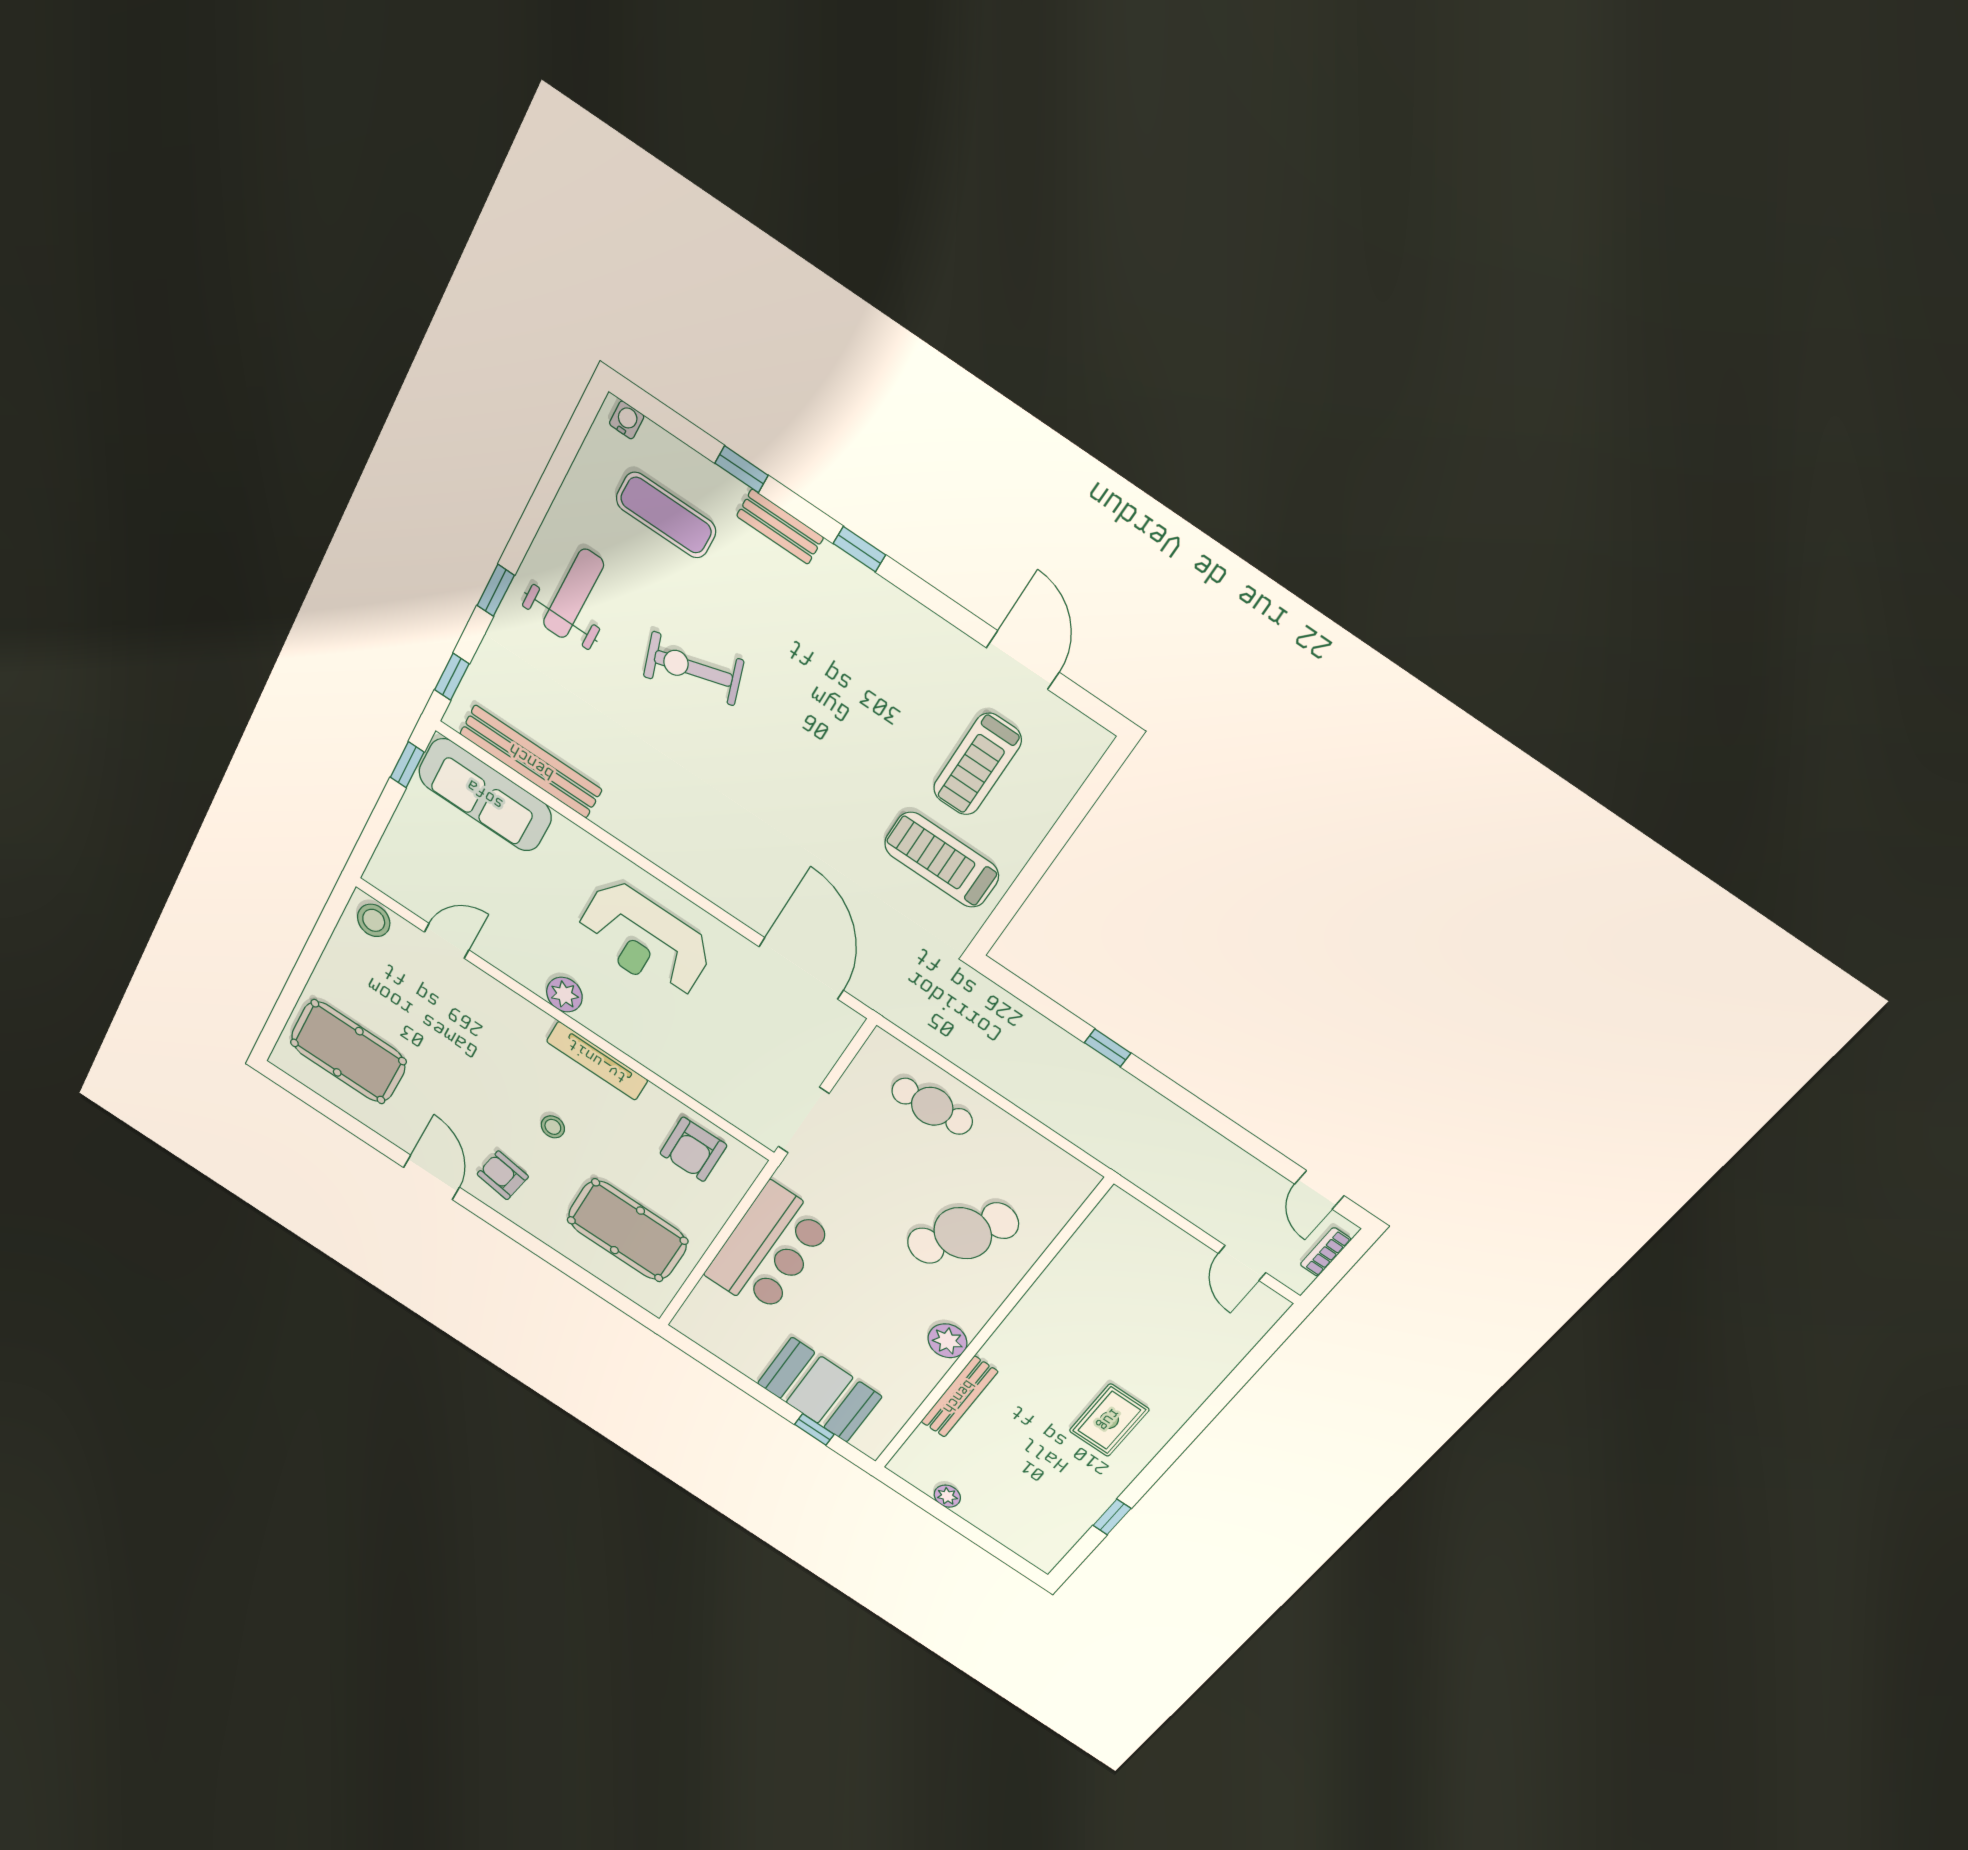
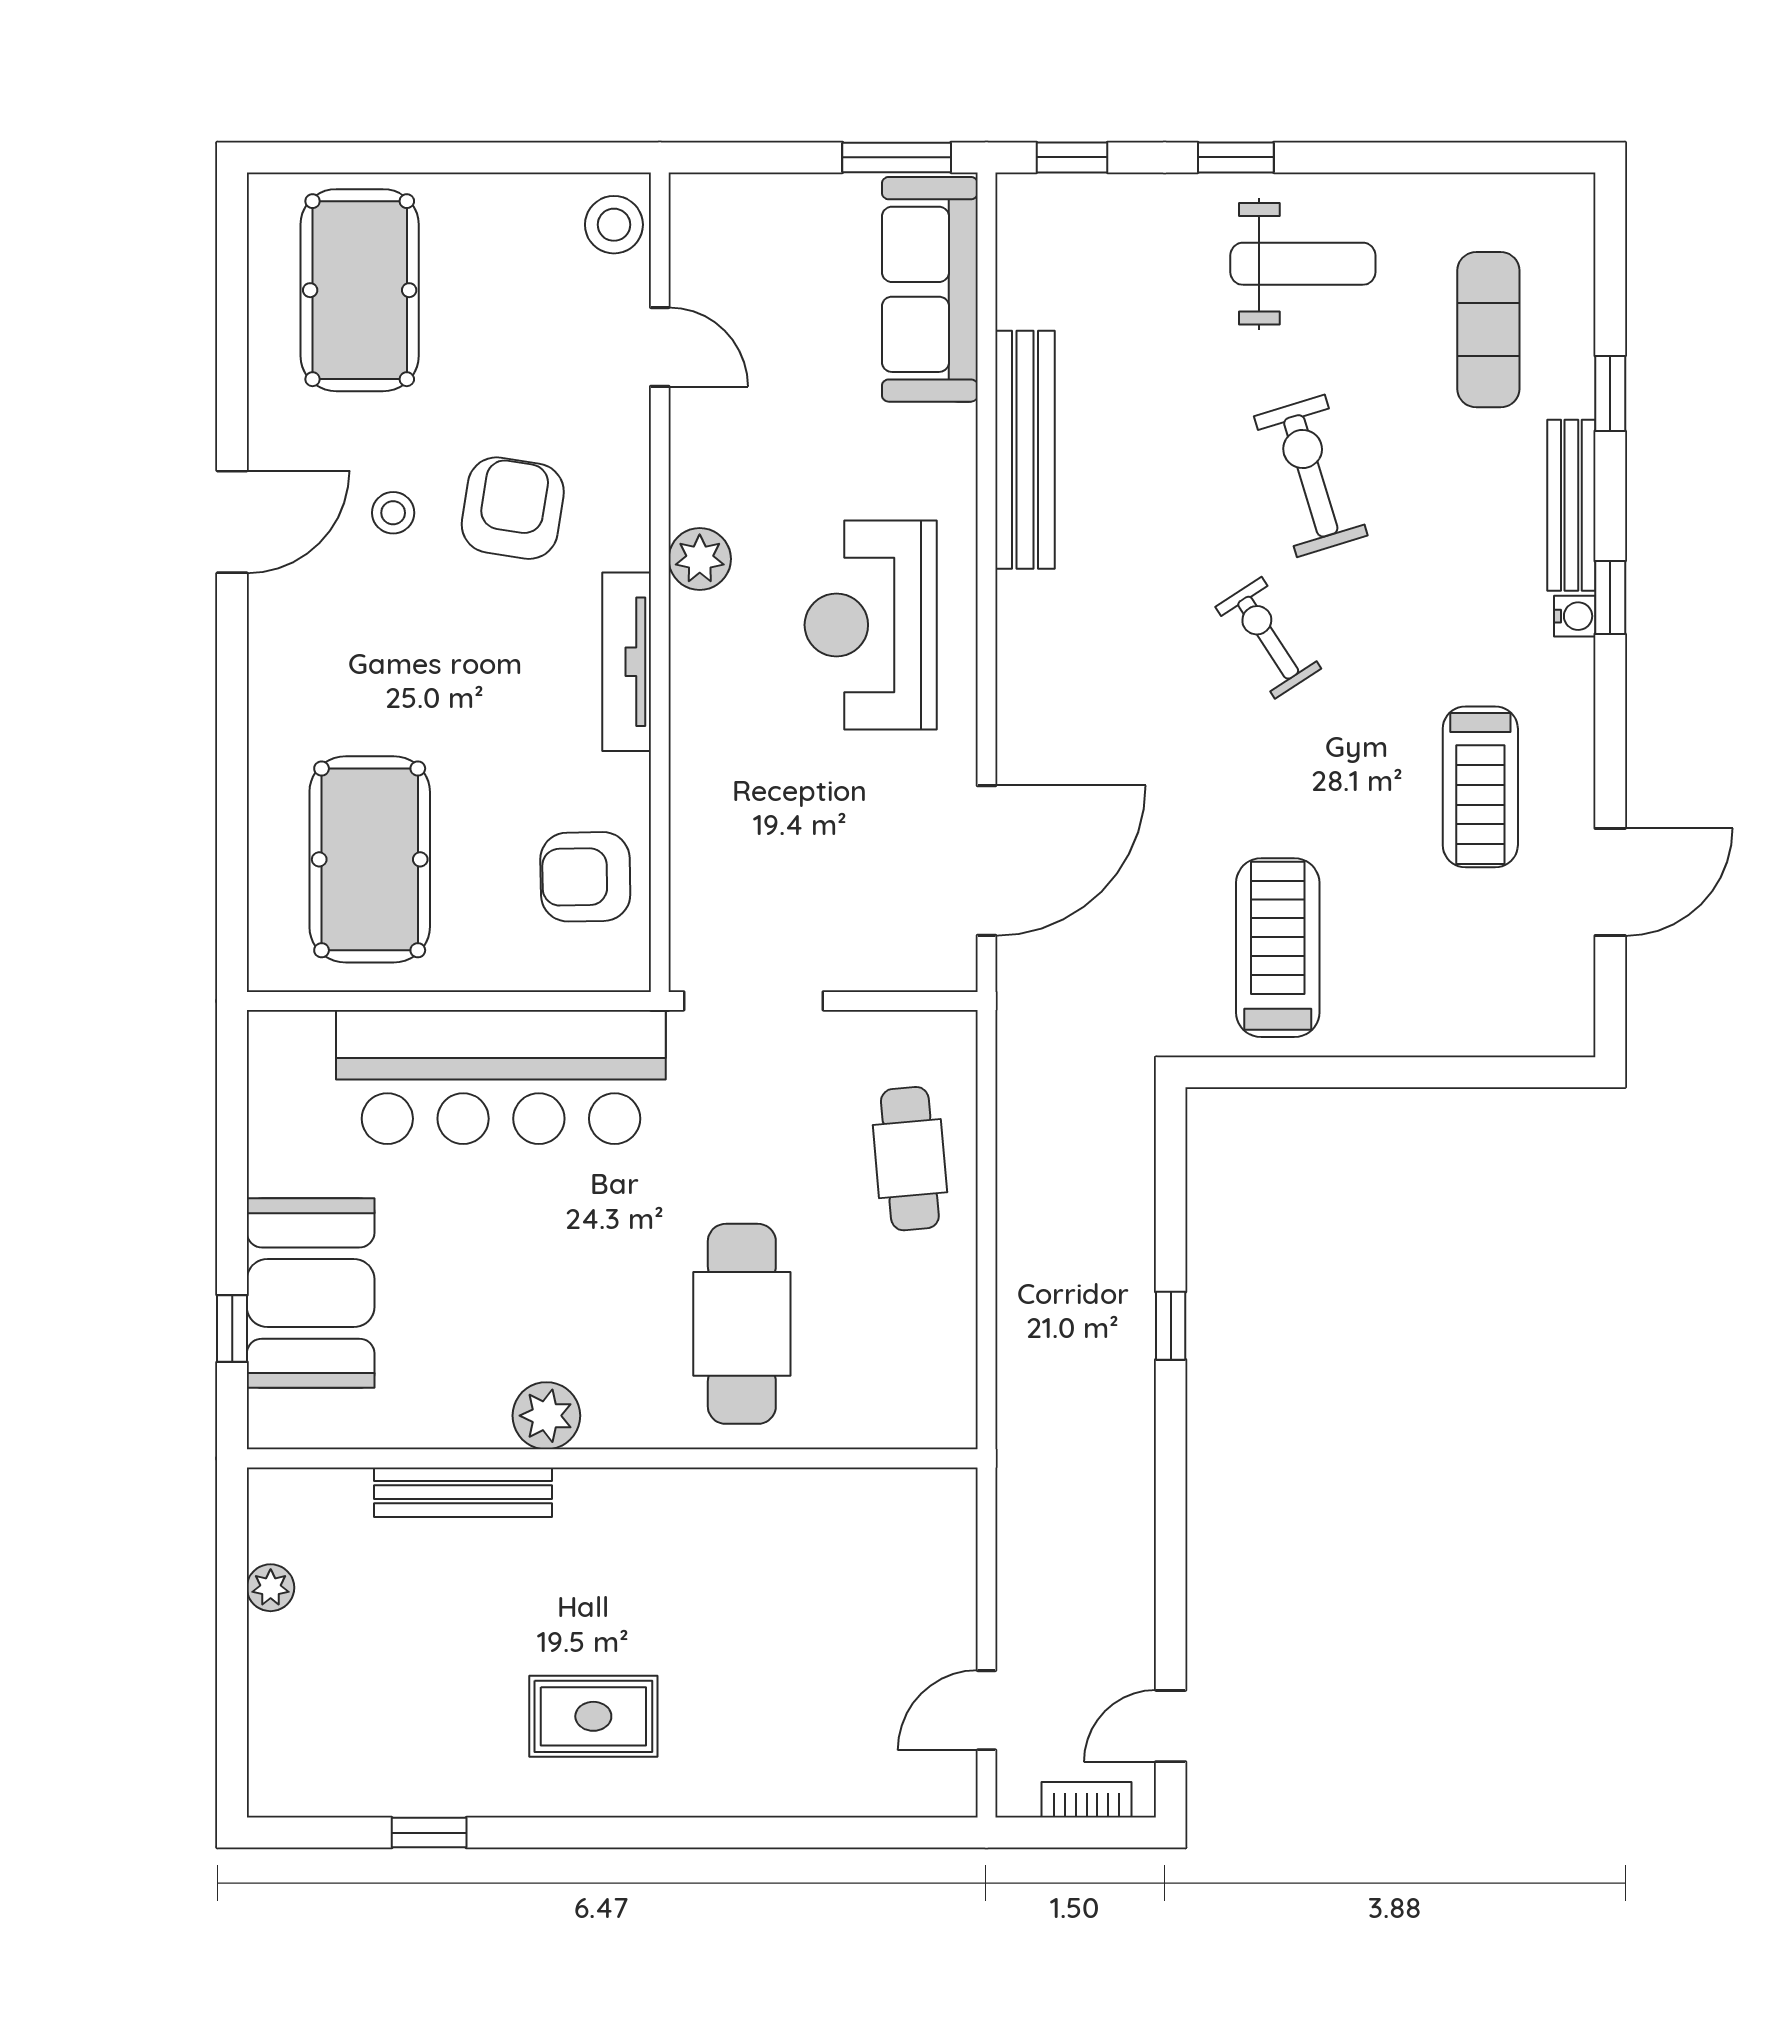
water cooler: (627, 420) -> (1575, 616), moved
bench: (780, 527) -> (1571, 505), width x1.36
exercise bike: (769, 751) -> (1268, 638), added
bench: (531, 762) -> (1025, 450), moved
treadmill: (977, 764) -> (1480, 787), moved, turned -90
window: (407, 765) -> (897, 157), width x1.50
stool: (553, 1127) -> (393, 513), moved
armchair: (503, 1175) -> (513, 508), moved, width x1.38, depth x1.38
cafe table: (963, 1233) -> (742, 1324), turned 59
bar counter: (769, 1249) -> (501, 1077), width x1.36

